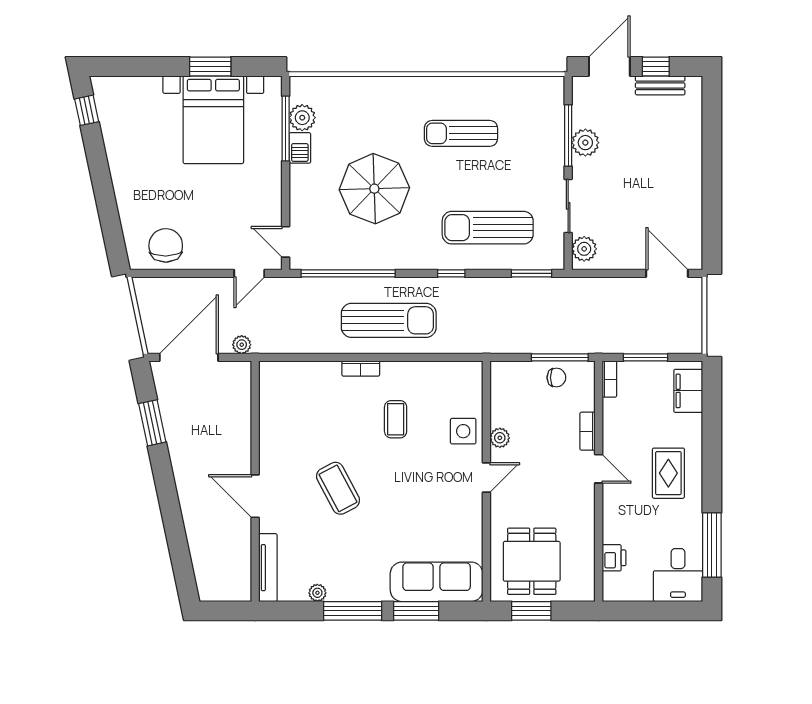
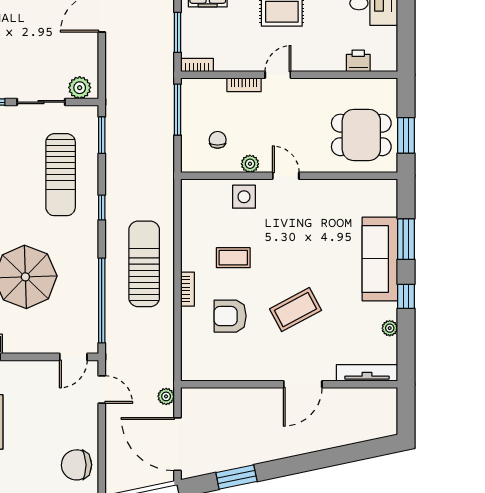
chair: (556, 378) -> (218, 140), moved
armchair: (331, 416) -> (230, 316), added
sofa: (437, 582) -> (380, 259), moved
window: (353, 611) -> (406, 296), width x0.46

